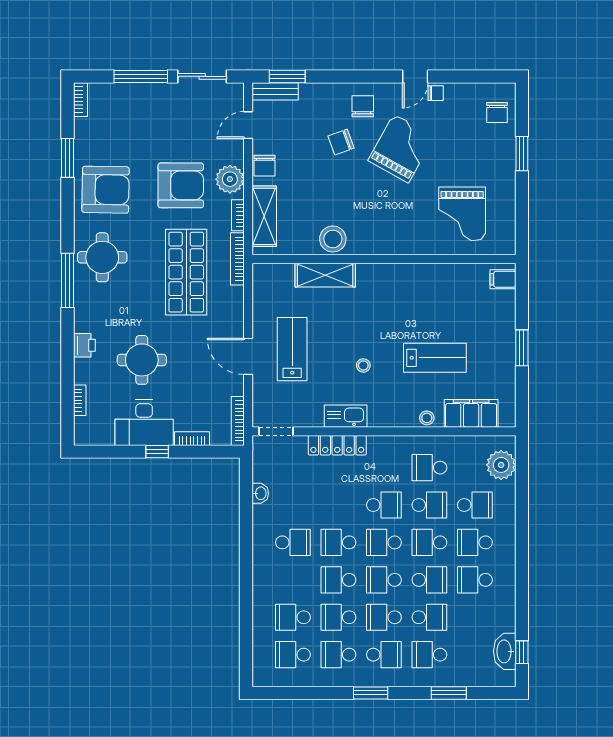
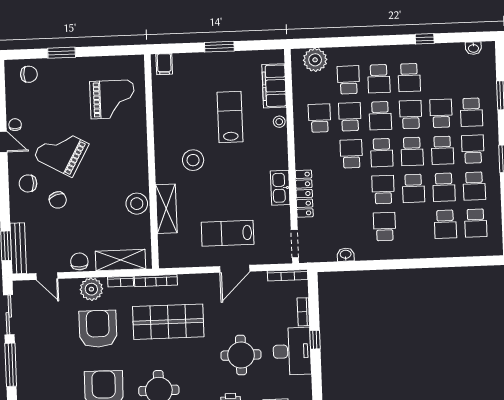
bench: (275, 91) -> (18, 248), width x1.36
chair: (265, 166) -> (79, 261), turned -90
stool: (363, 365) -> (193, 160), moved, width x1.89, depth x1.89
school desk: (429, 468) -> (319, 118), turned 180
school desk: (338, 542) -> (383, 190), turned 180
washbasin: (505, 651) -> (473, 48), width x0.52, depth x0.69
window: (522, 652) -> (425, 39), moved

